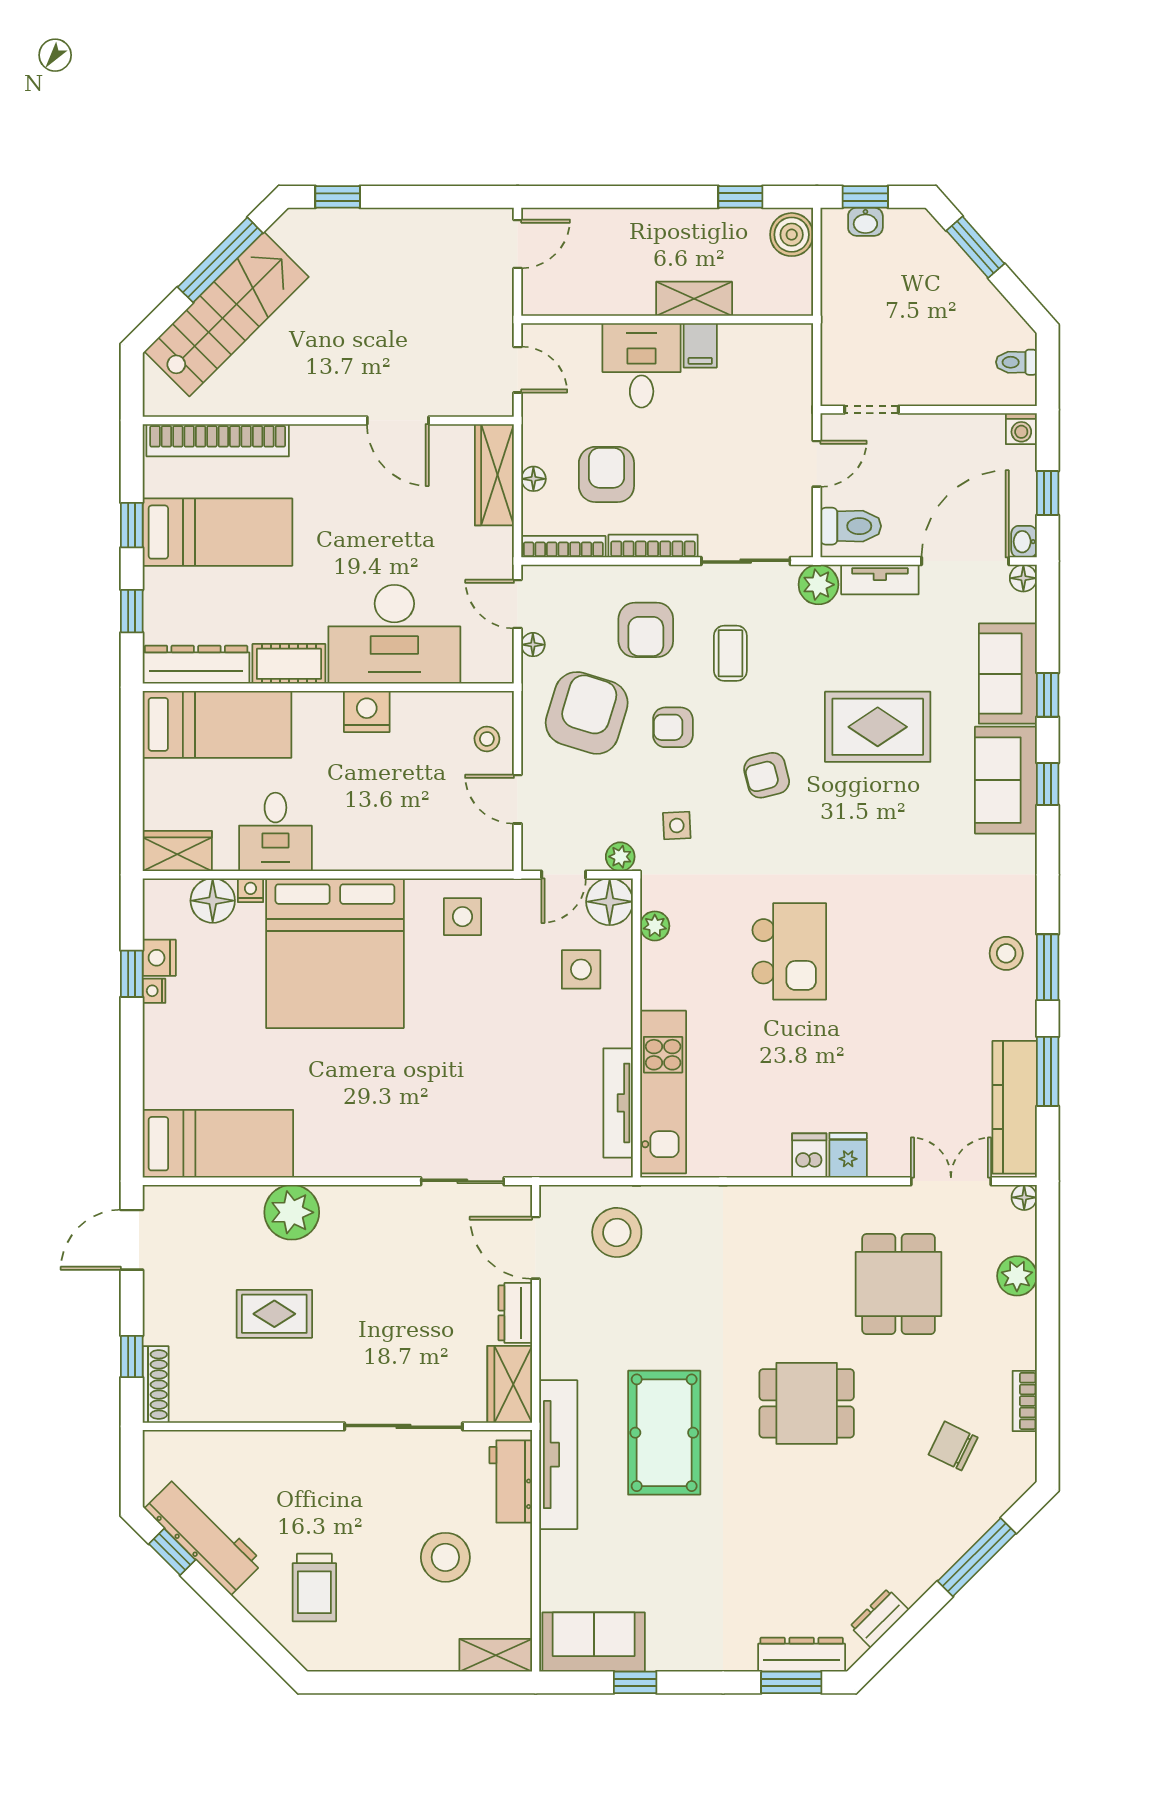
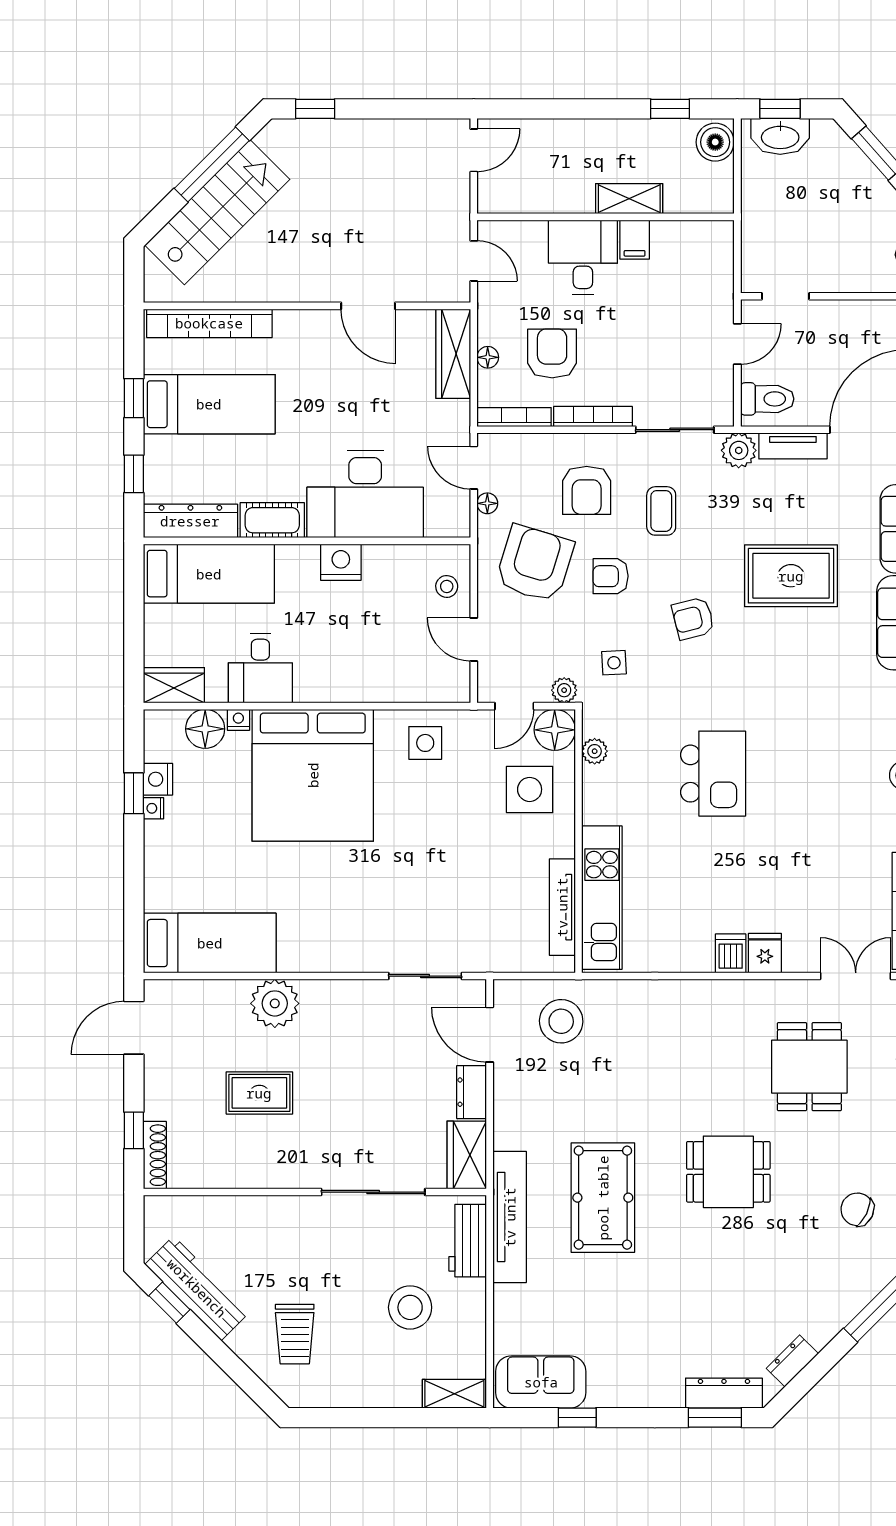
washbasin: (865, 222) -> (780, 136), width x1.91, depth x1.45
side table: (581, 969) -> (530, 789), width x1.37, depth x1.37

